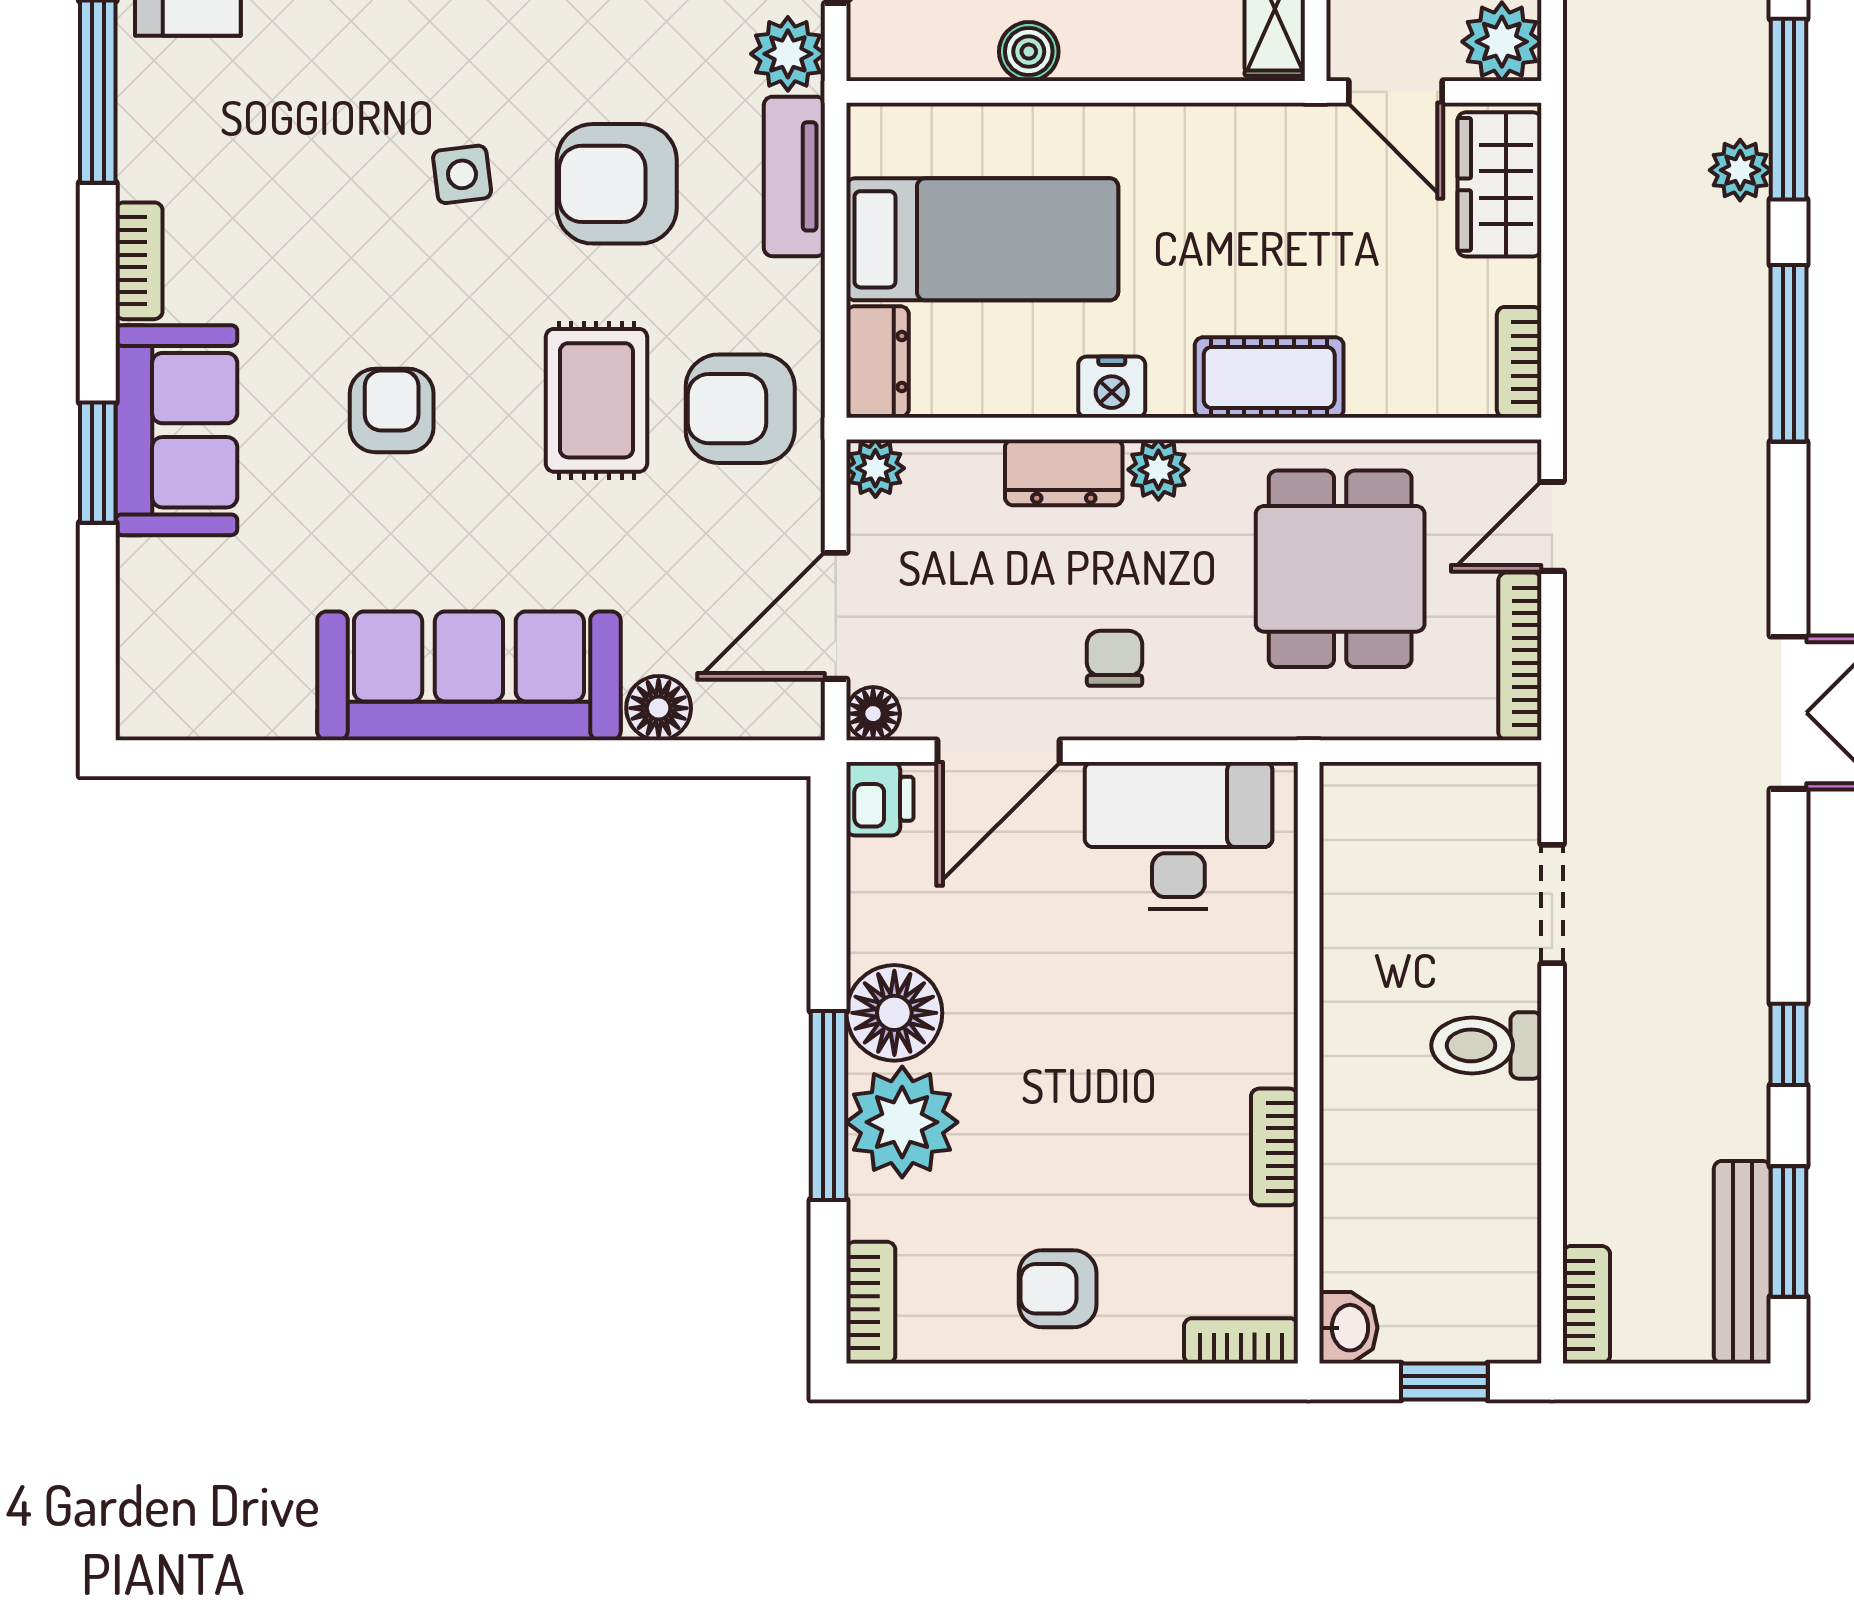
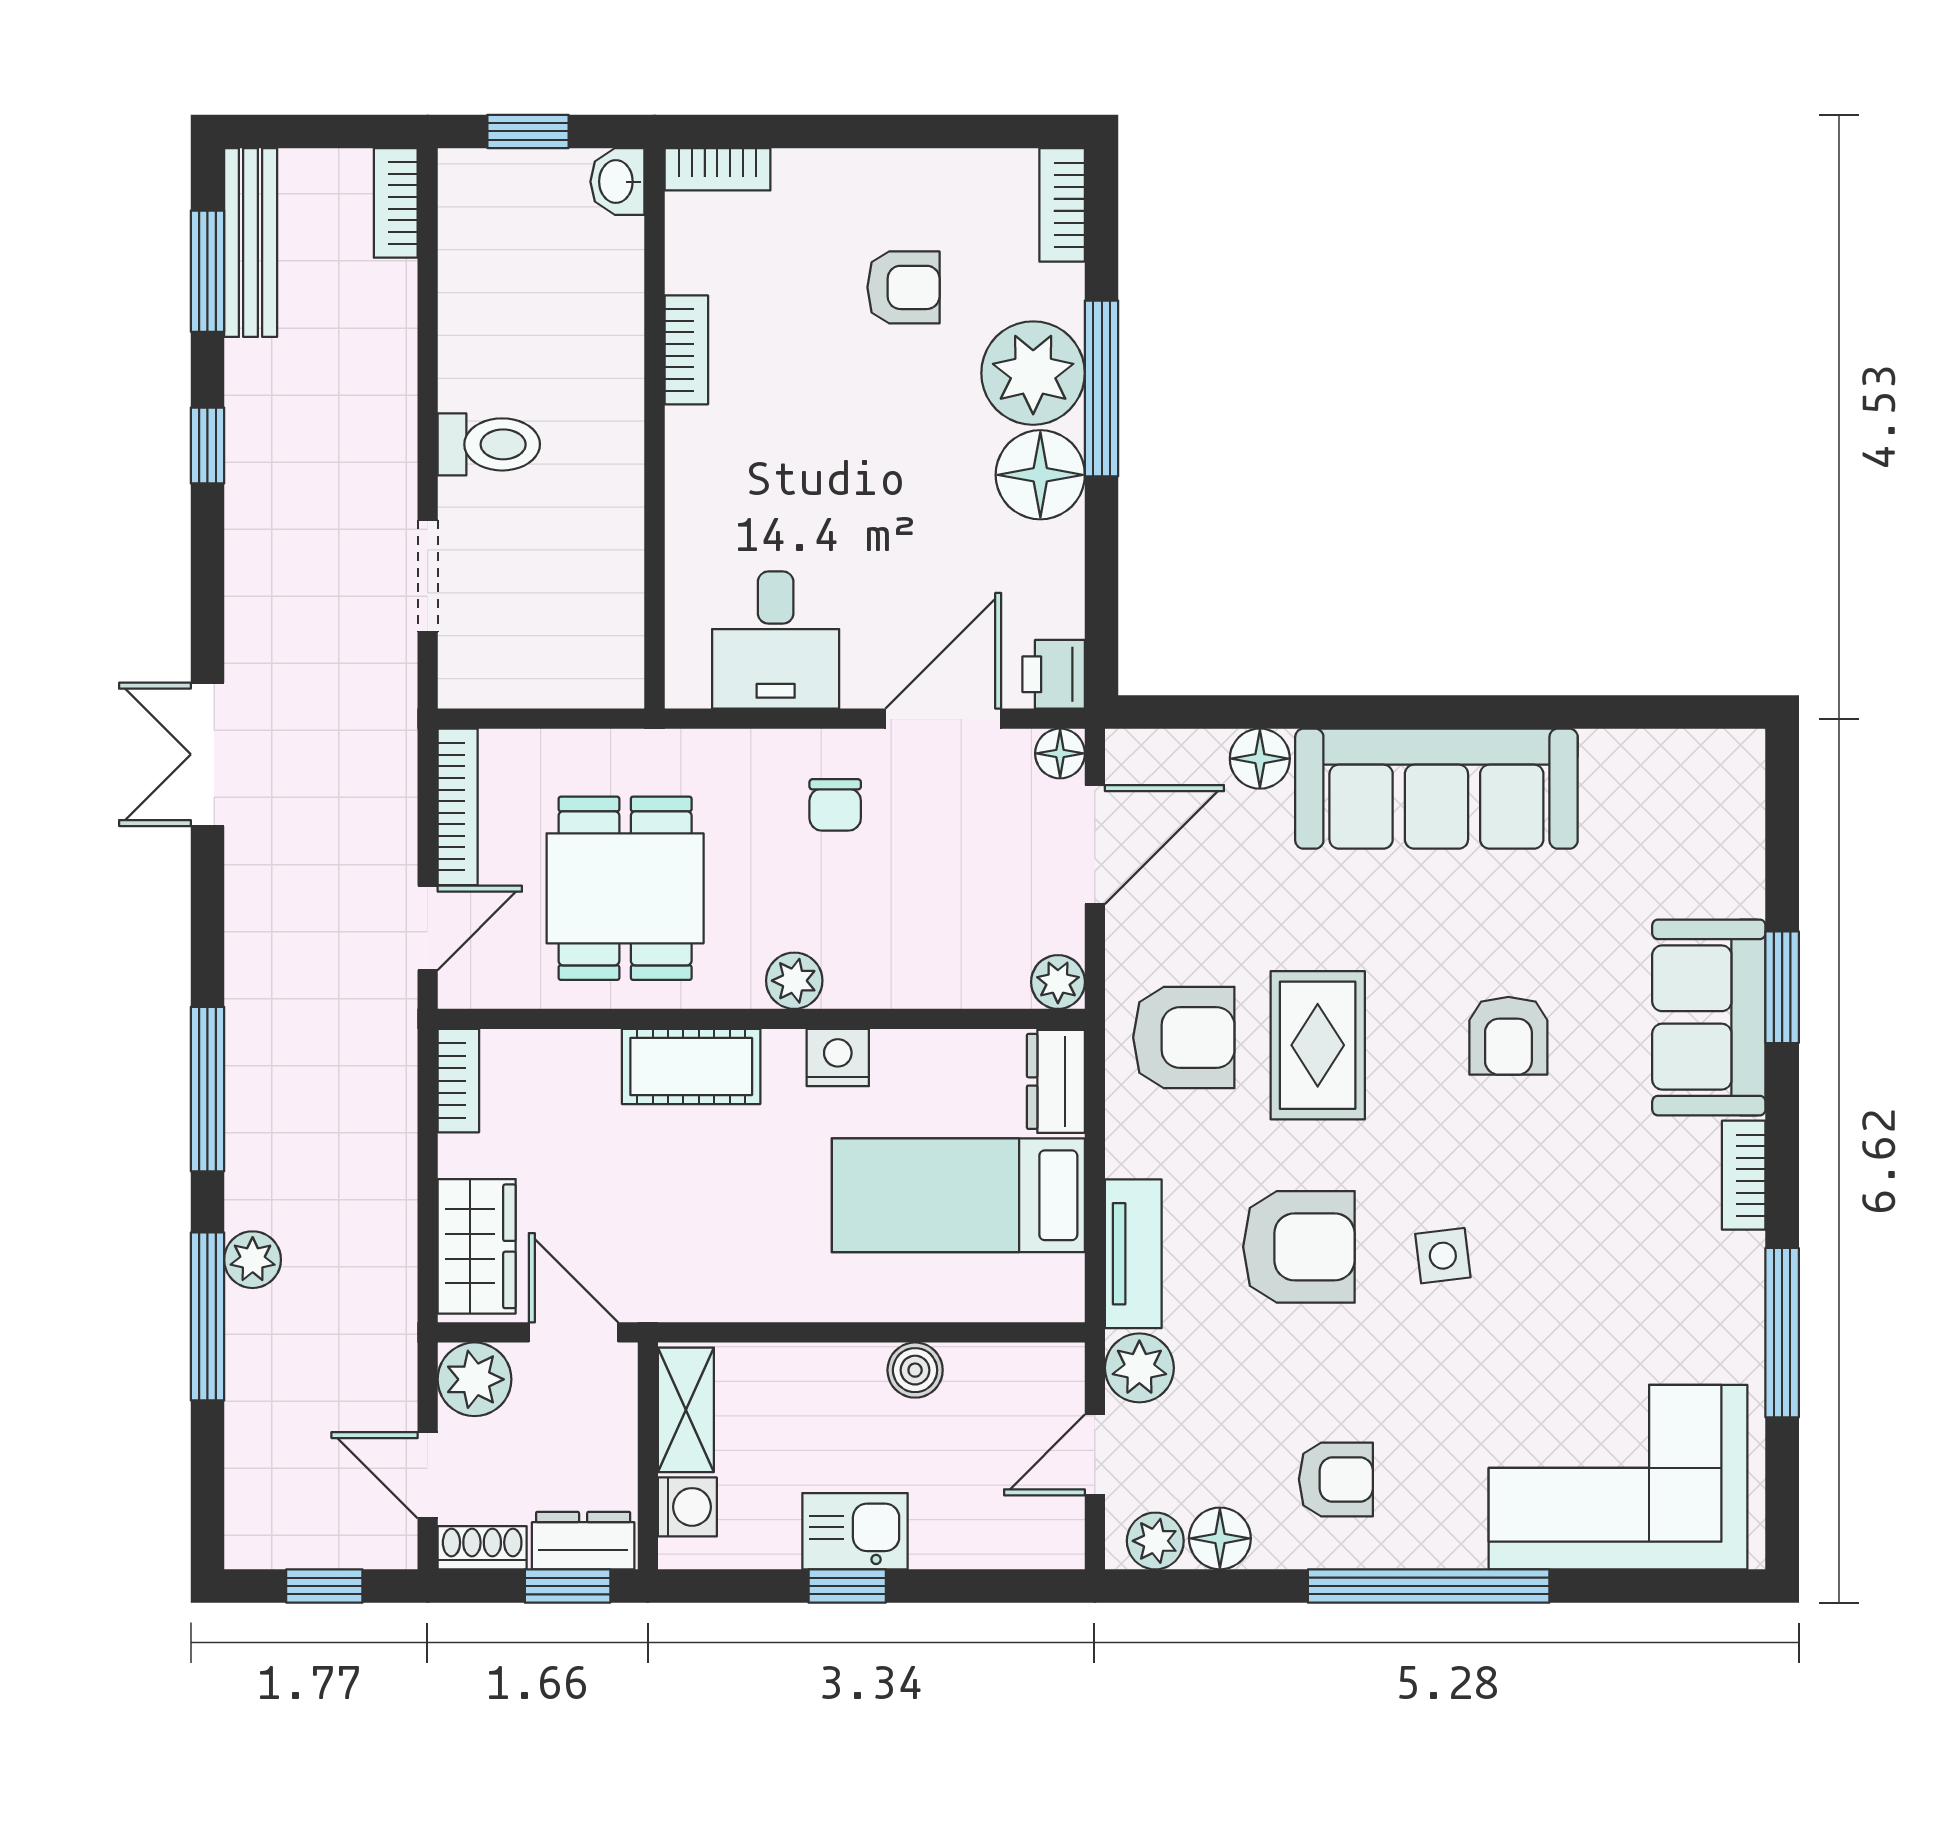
dresser: (1064, 472) -> (882, 978), removed
desk: (1178, 835) -> (776, 640), width x0.73
armchair: (1058, 1289) -> (903, 287), moved

